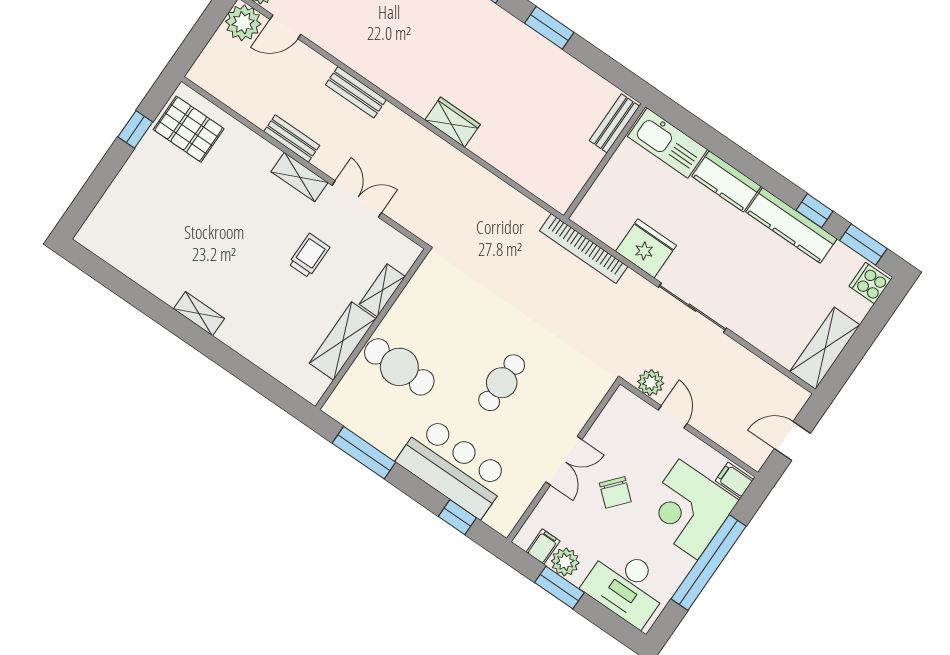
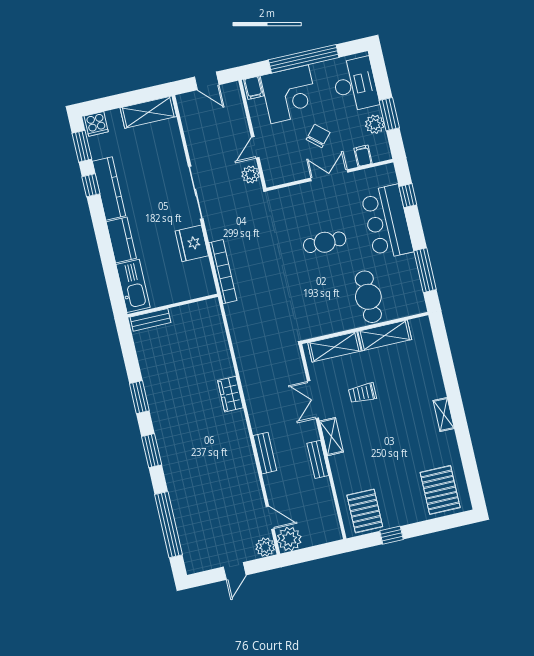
pallet: (127, 227) -> (440, 490), added
shelving: (382, 290) -> (334, 347), width x1.50, depth x1.33
filing cabinet: (543, 546) -> (363, 156), moved, turned 90

